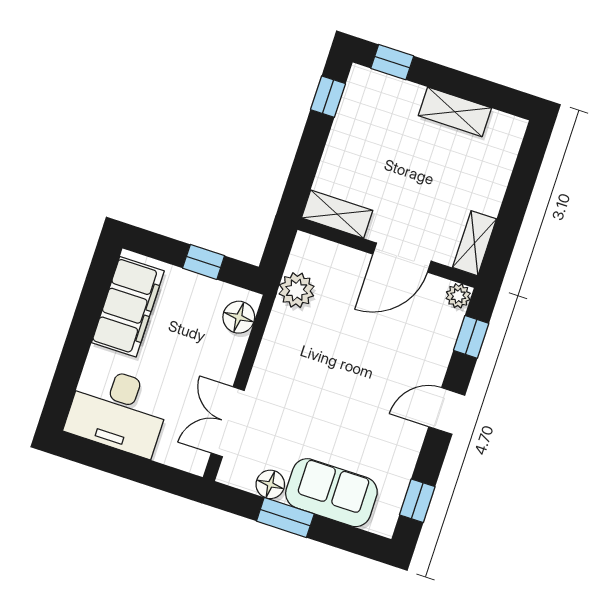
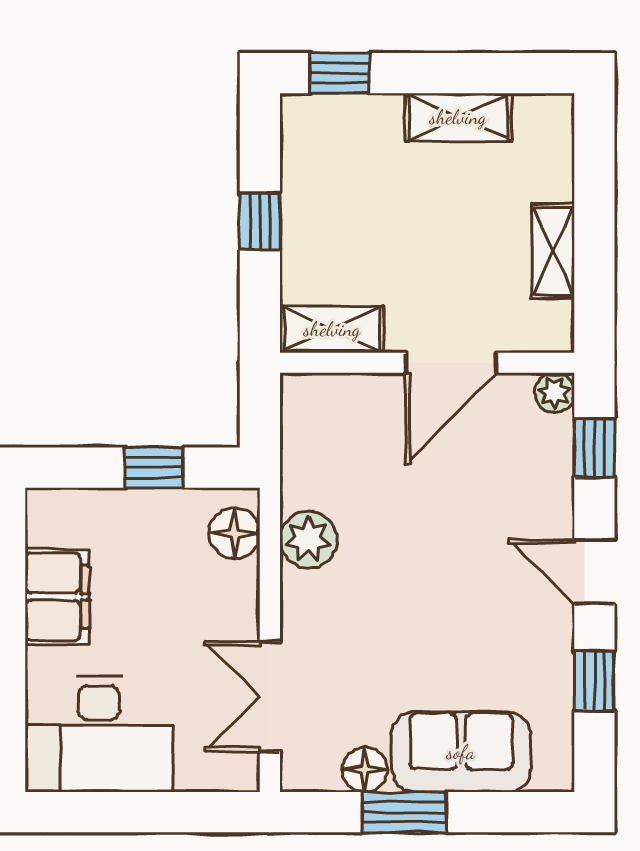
window: (328, 97) -> (260, 221), moved
shelving: (474, 243) -> (553, 251), moved
plant: (297, 290) -> (308, 540), moved
filing cabinet: (128, 307) -> (57, 597), width x0.67, depth x0.86
door: (447, 411) -> (594, 572), hinge flipped
window: (417, 501) -> (594, 681), moved

